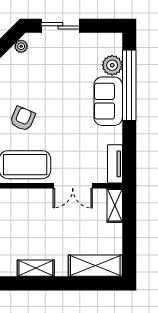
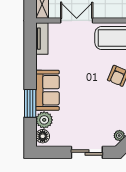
floor lamp: (114, 45) -> (43, 136), added
window: (129, 85) -> (30, 103), width x0.47

